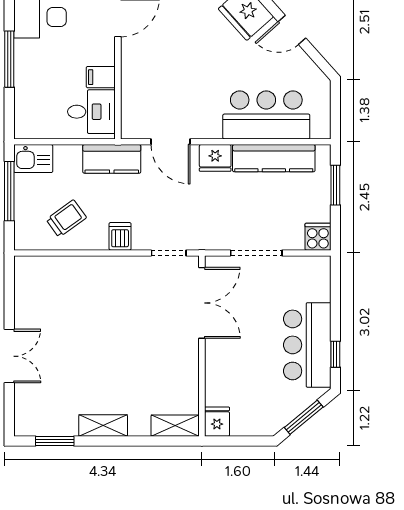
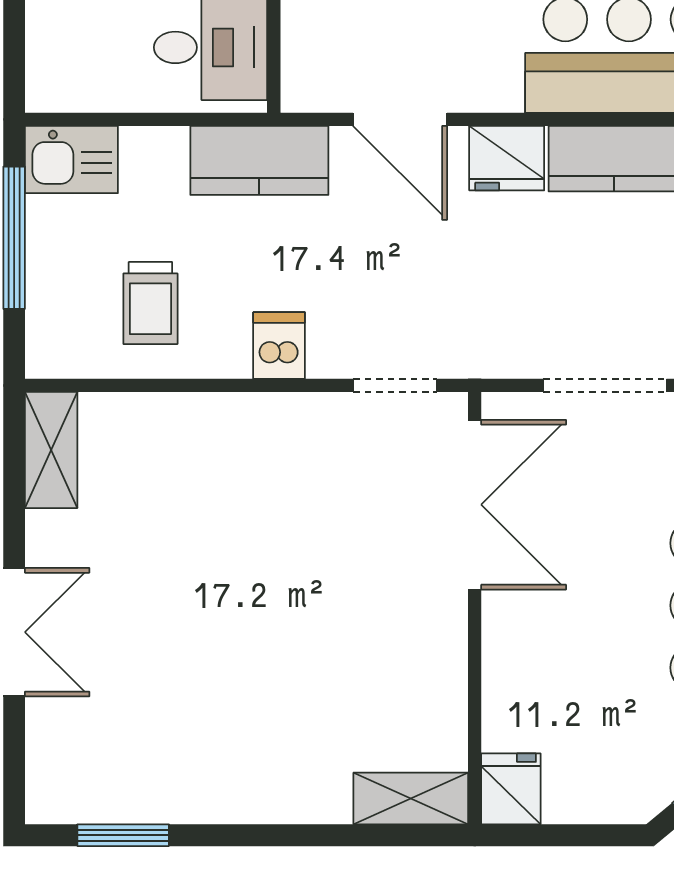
trolley: (66, 219) -> (150, 303), turned 126
shelving: (103, 426) -> (51, 450), moved, turned 90

